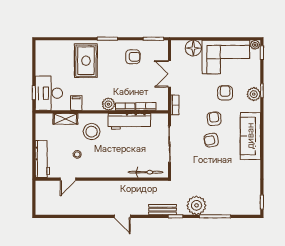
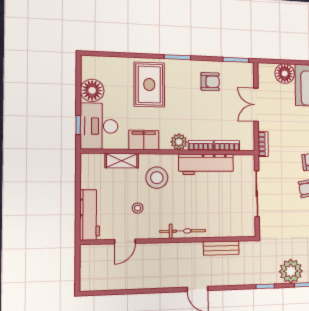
floor lamp: (44, 67) -> (92, 90), added
filing cabinet: (76, 103) -> (144, 140), width x2.00
bicycle: (146, 172) -> (183, 231), moved
bench: (163, 210) -> (221, 248), moved

